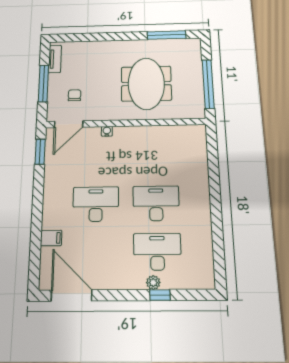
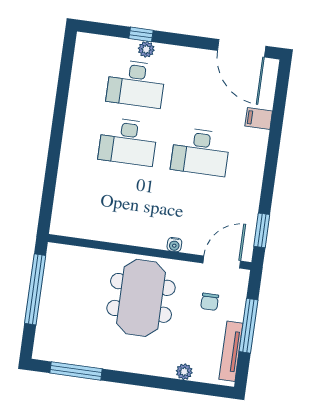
plant: (87, 46) -> (184, 372), added
tv unit: (55, 59) -> (231, 351), width x1.41
meeting table: (146, 84) -> (141, 298), moved

